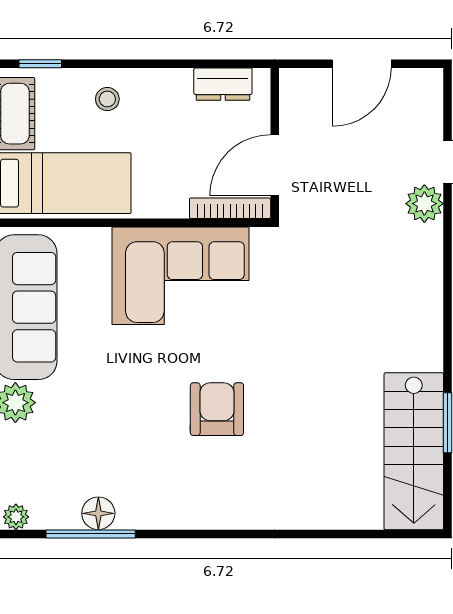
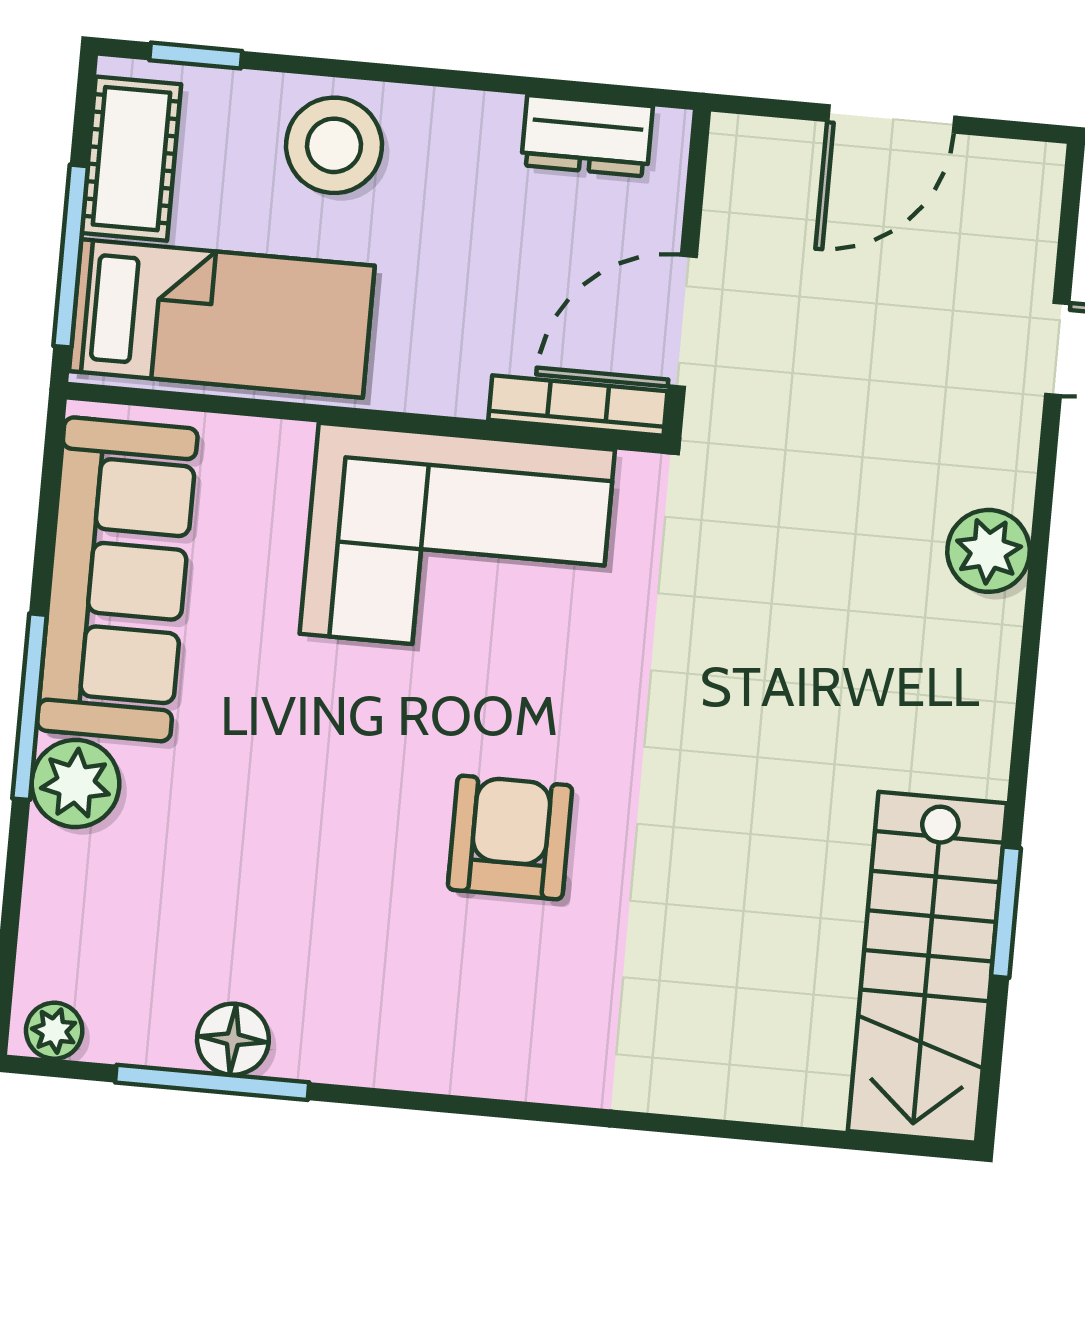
stool: (107, 99) -> (334, 145), width x1.89, depth x1.89
plant: (424, 204) -> (989, 551), moved

